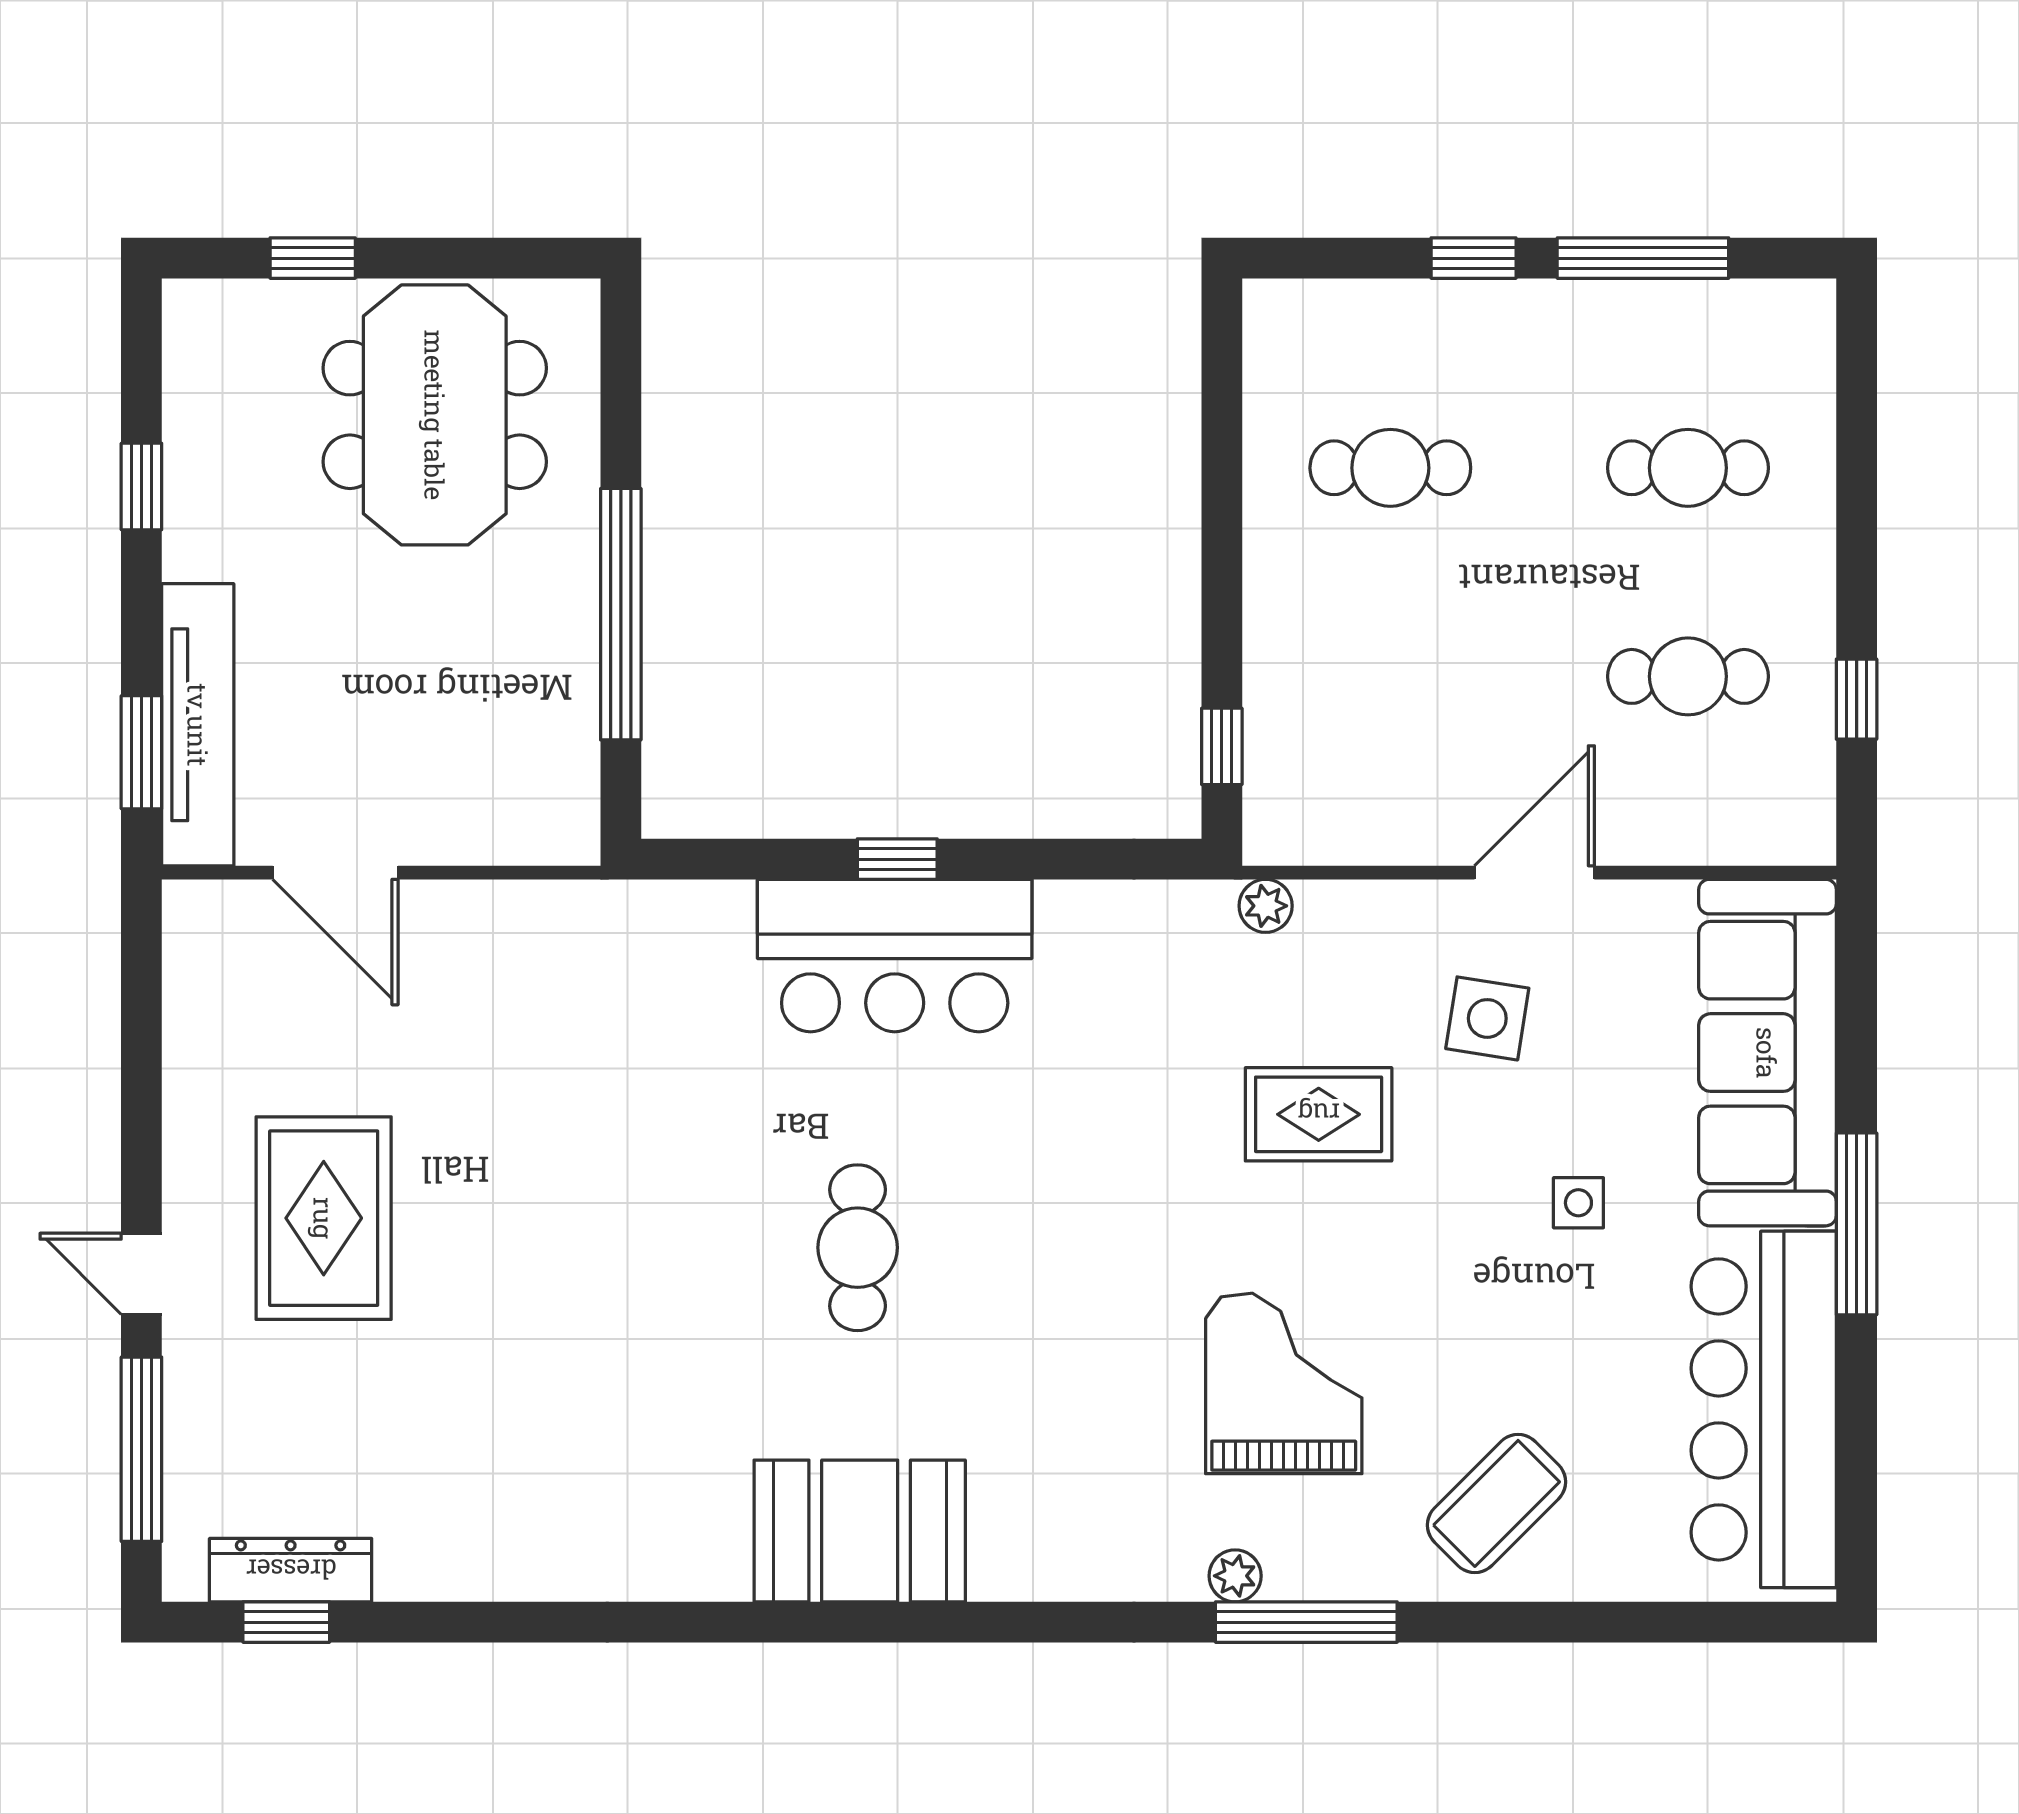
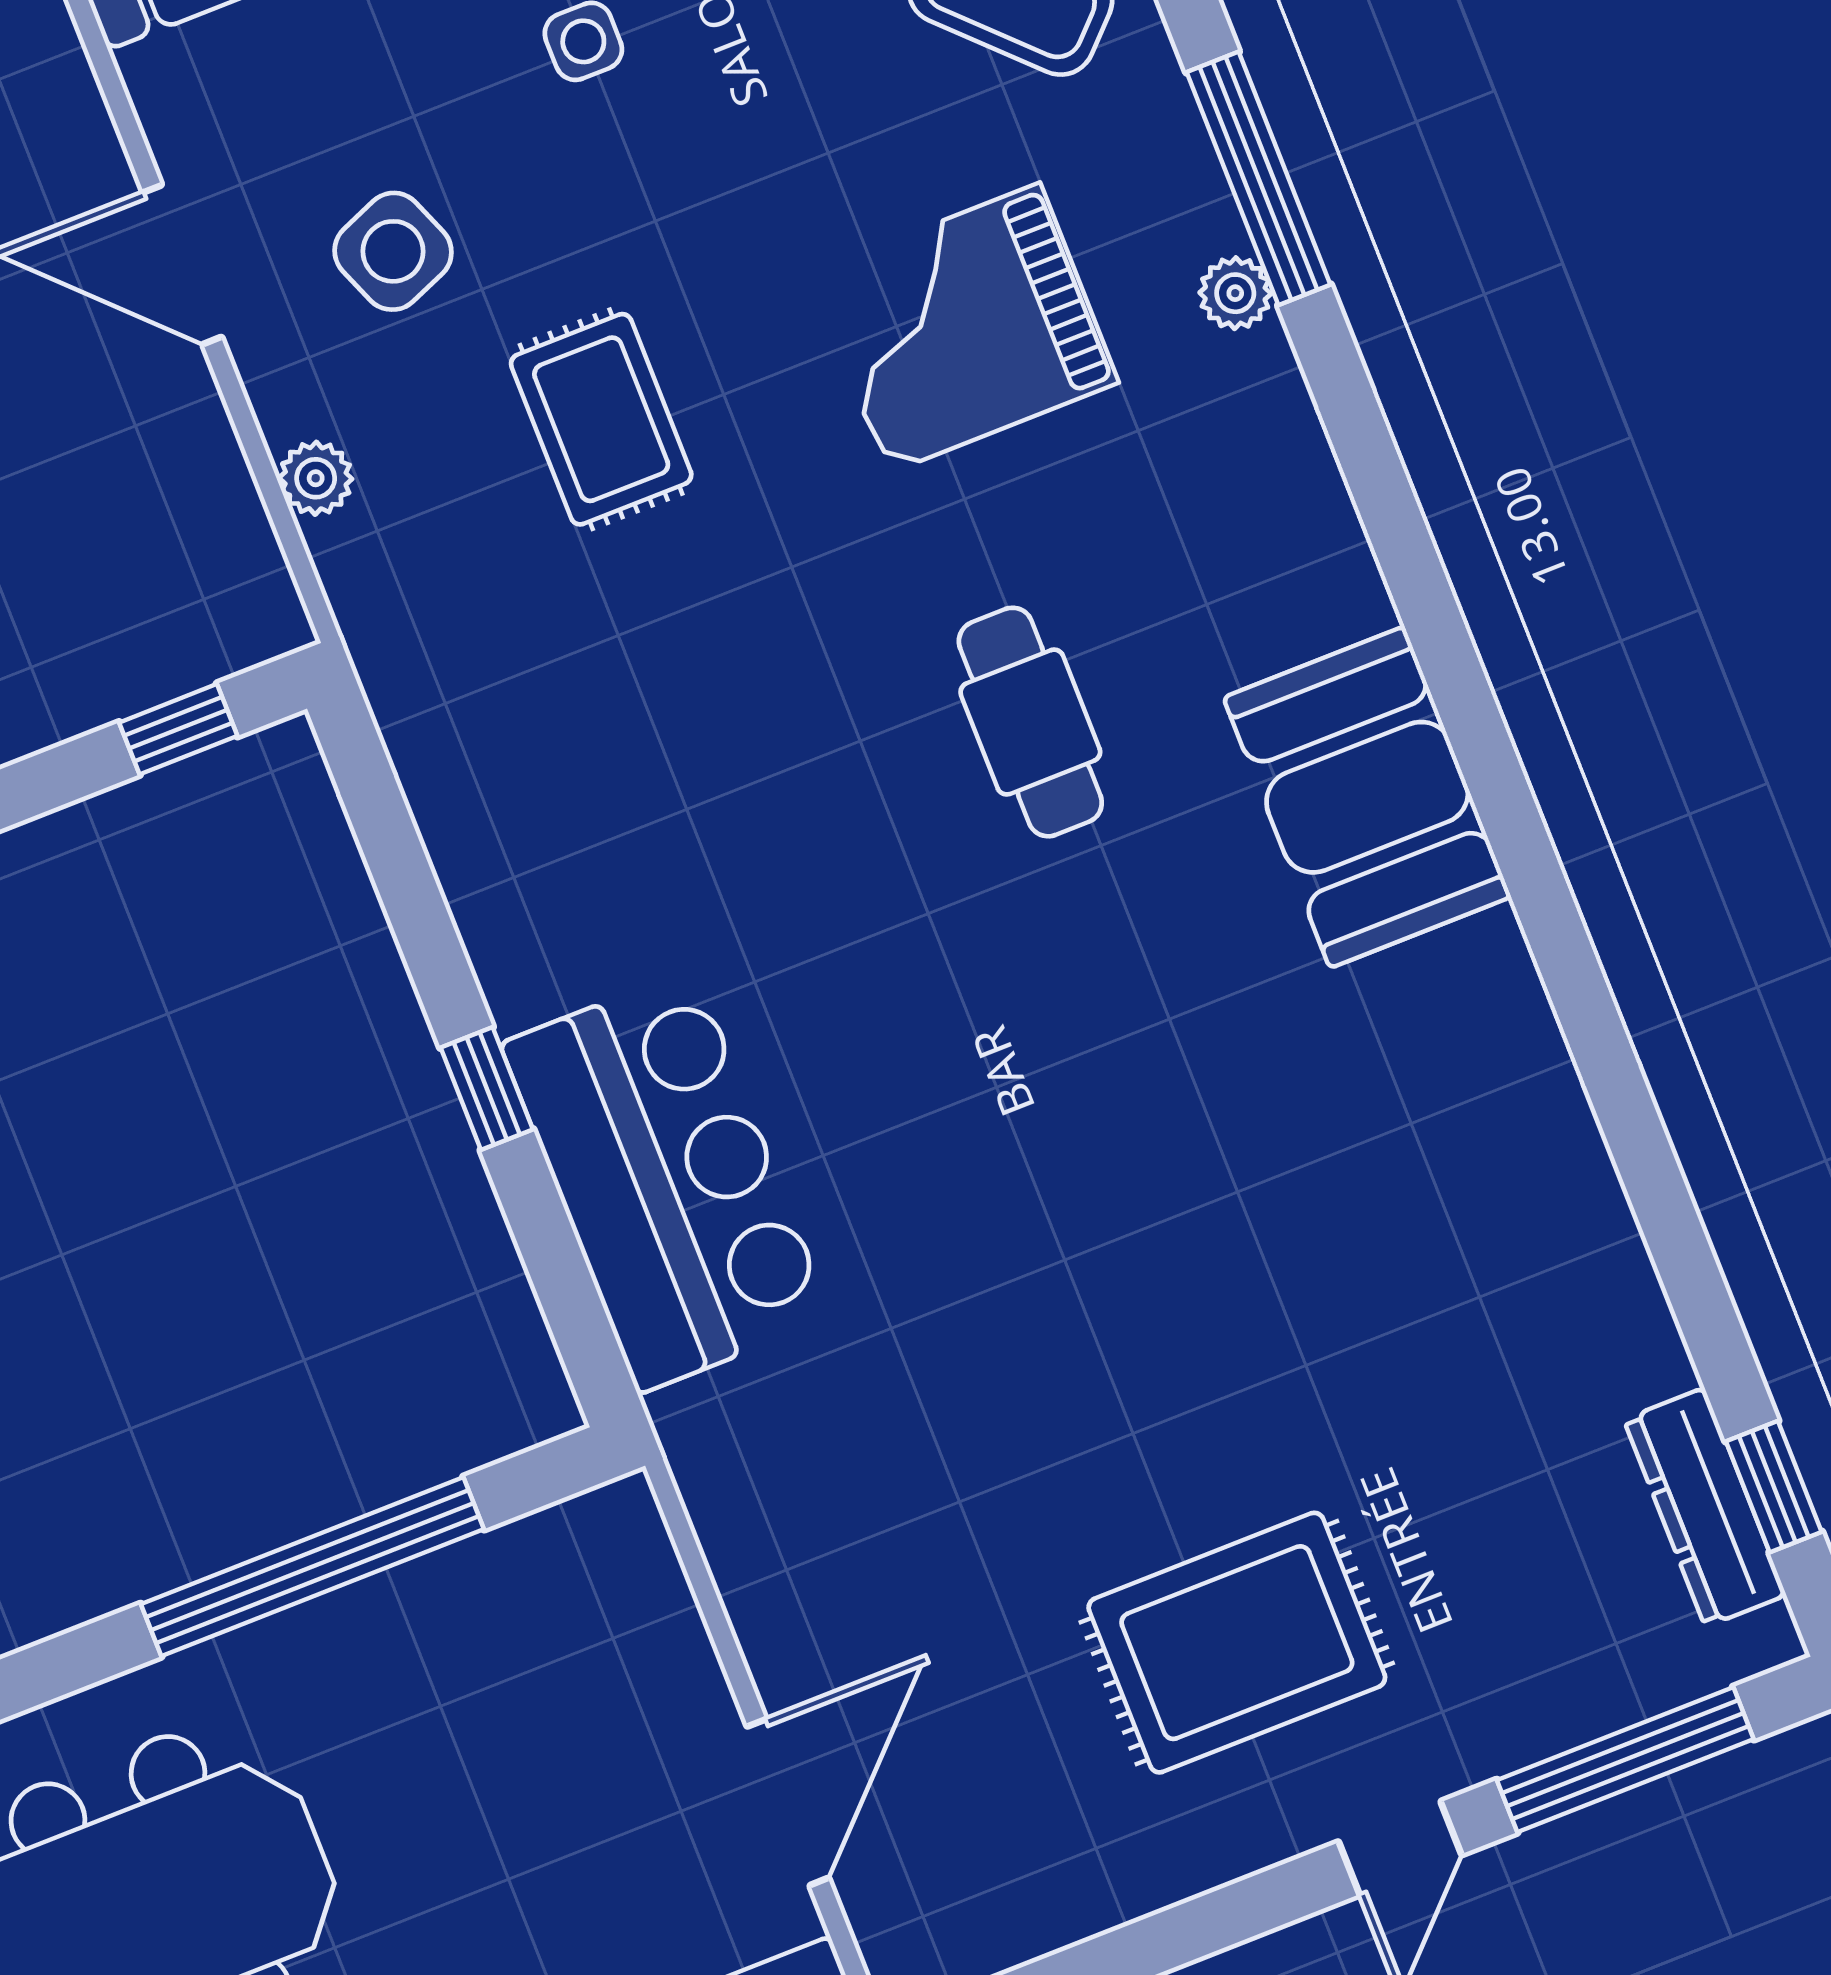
plant: (1266, 906) -> (316, 478), moved
bar counter: (895, 956) -> (666, 1181), moved
side table: (1487, 1018) -> (393, 251), turned -31
cafe table: (858, 1248) -> (1030, 722), moved, turned 90

